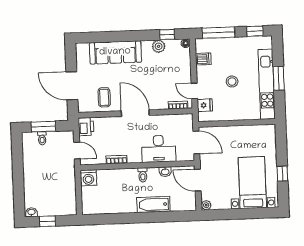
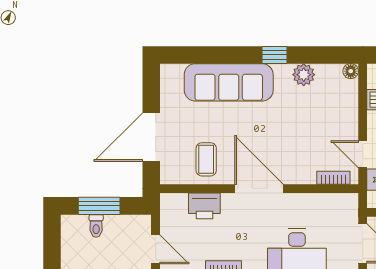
window: (167, 35) -> (275, 55), moved
door: (72, 86) -> (151, 137), hinge flipped
printer: (86, 127) -> (204, 206), moved, turned 90

